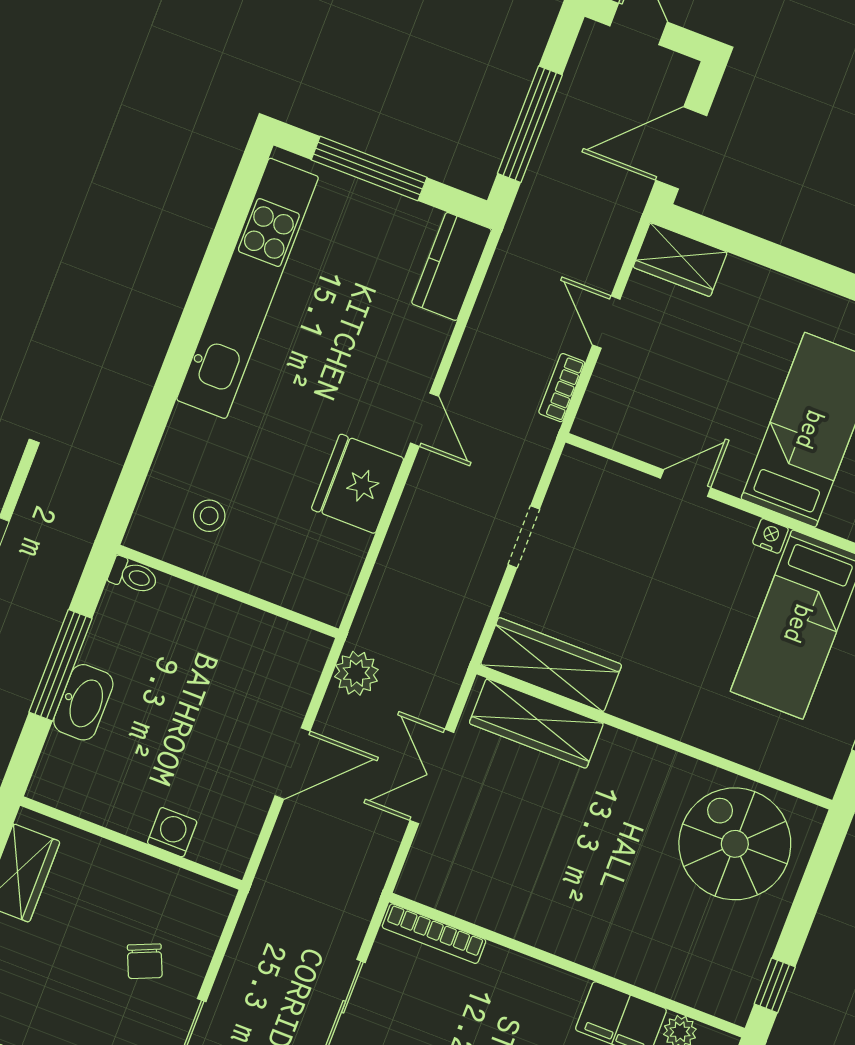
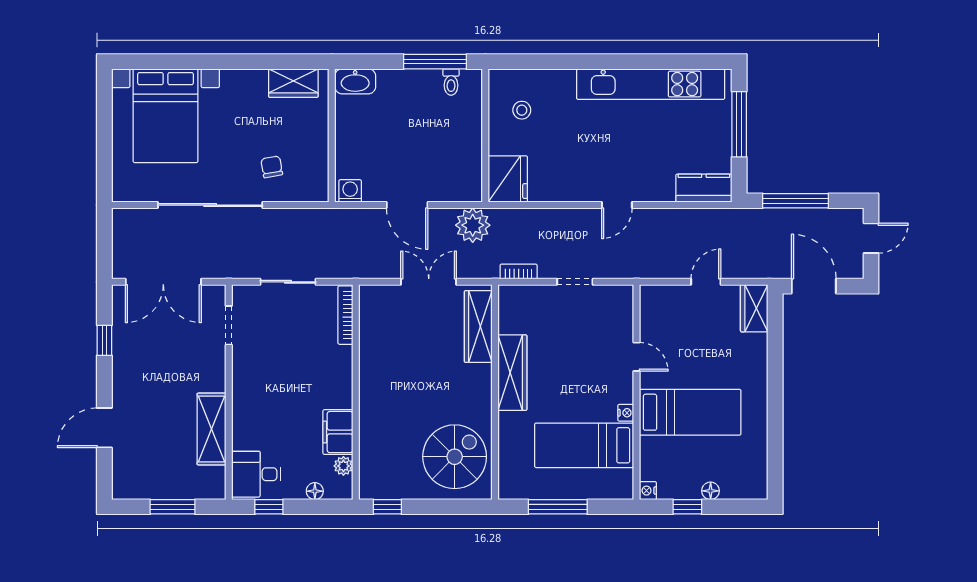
bookcase: (562, 388) -> (519, 272), moved
fridge: (358, 484) -> (508, 179), moved, turned 90
toilet: (133, 576) -> (451, 82), moved
window: (60, 665) -> (435, 62), moved
wardrobe: (551, 665) -> (512, 373), moved
plant: (356, 673) -> (473, 225), width x1.36, depth x1.36
washbasin: (83, 702) -> (355, 81), moved
washing machine: (172, 832) -> (350, 191), moved, turned -90
chair: (145, 961) -> (272, 167), turned 103

